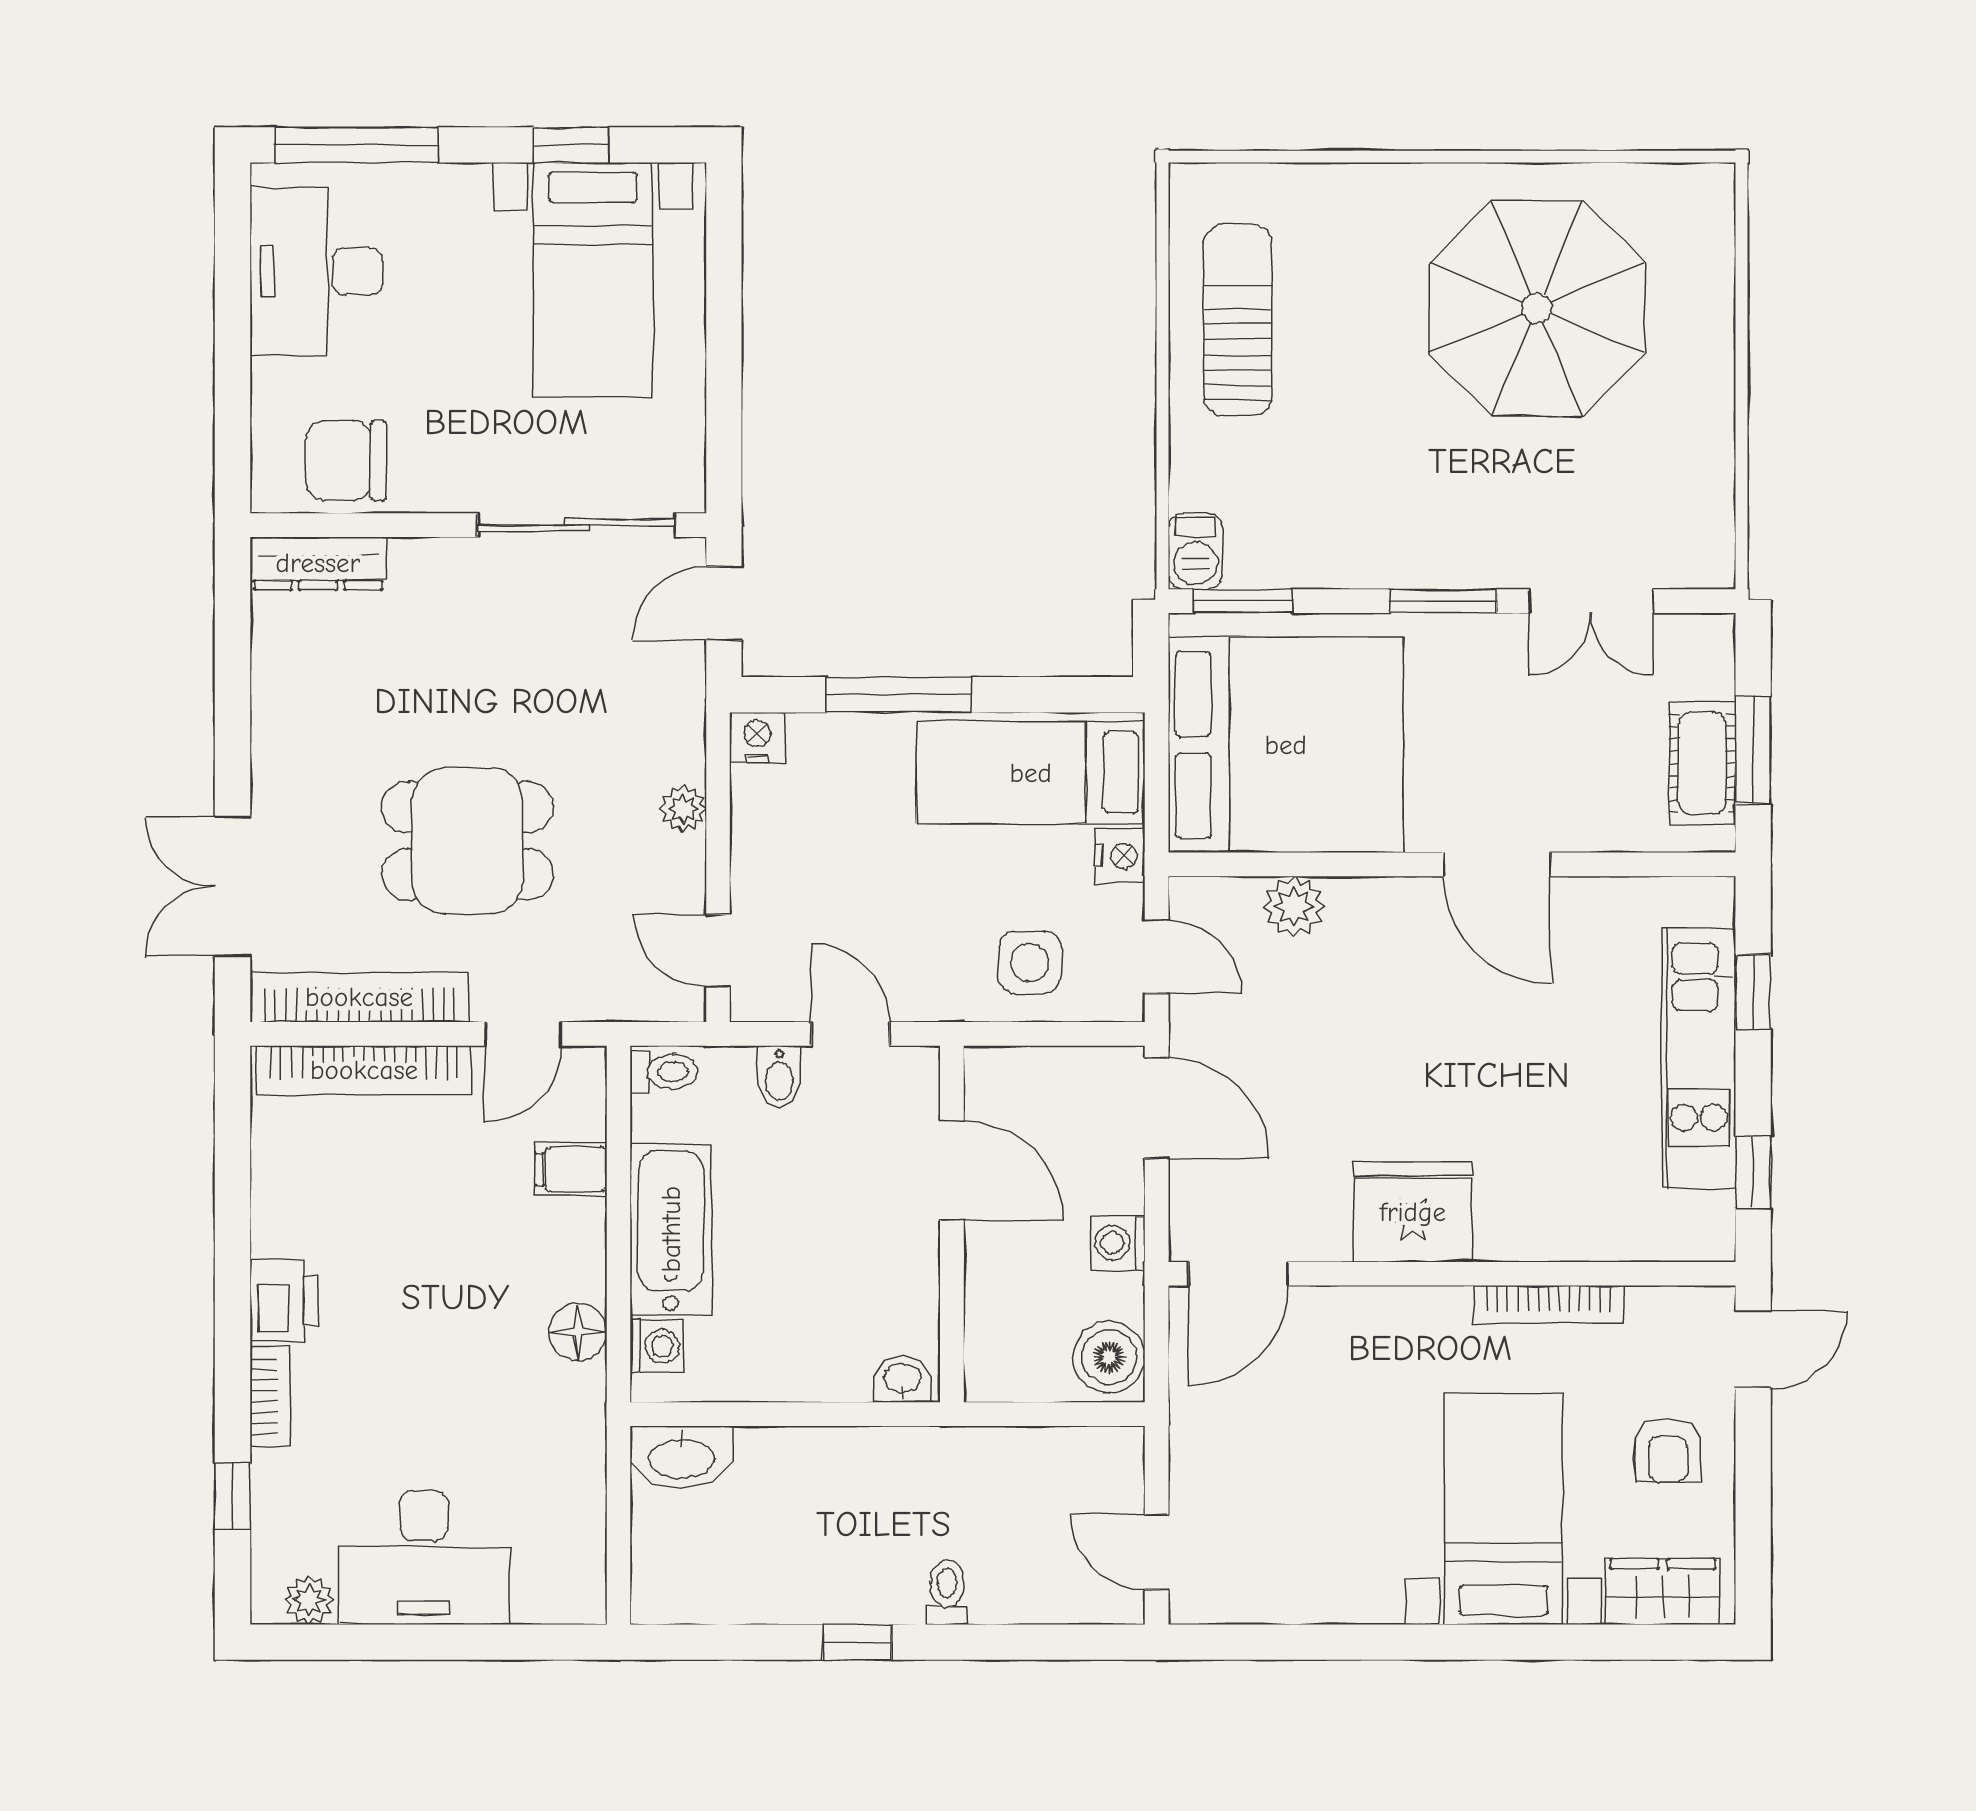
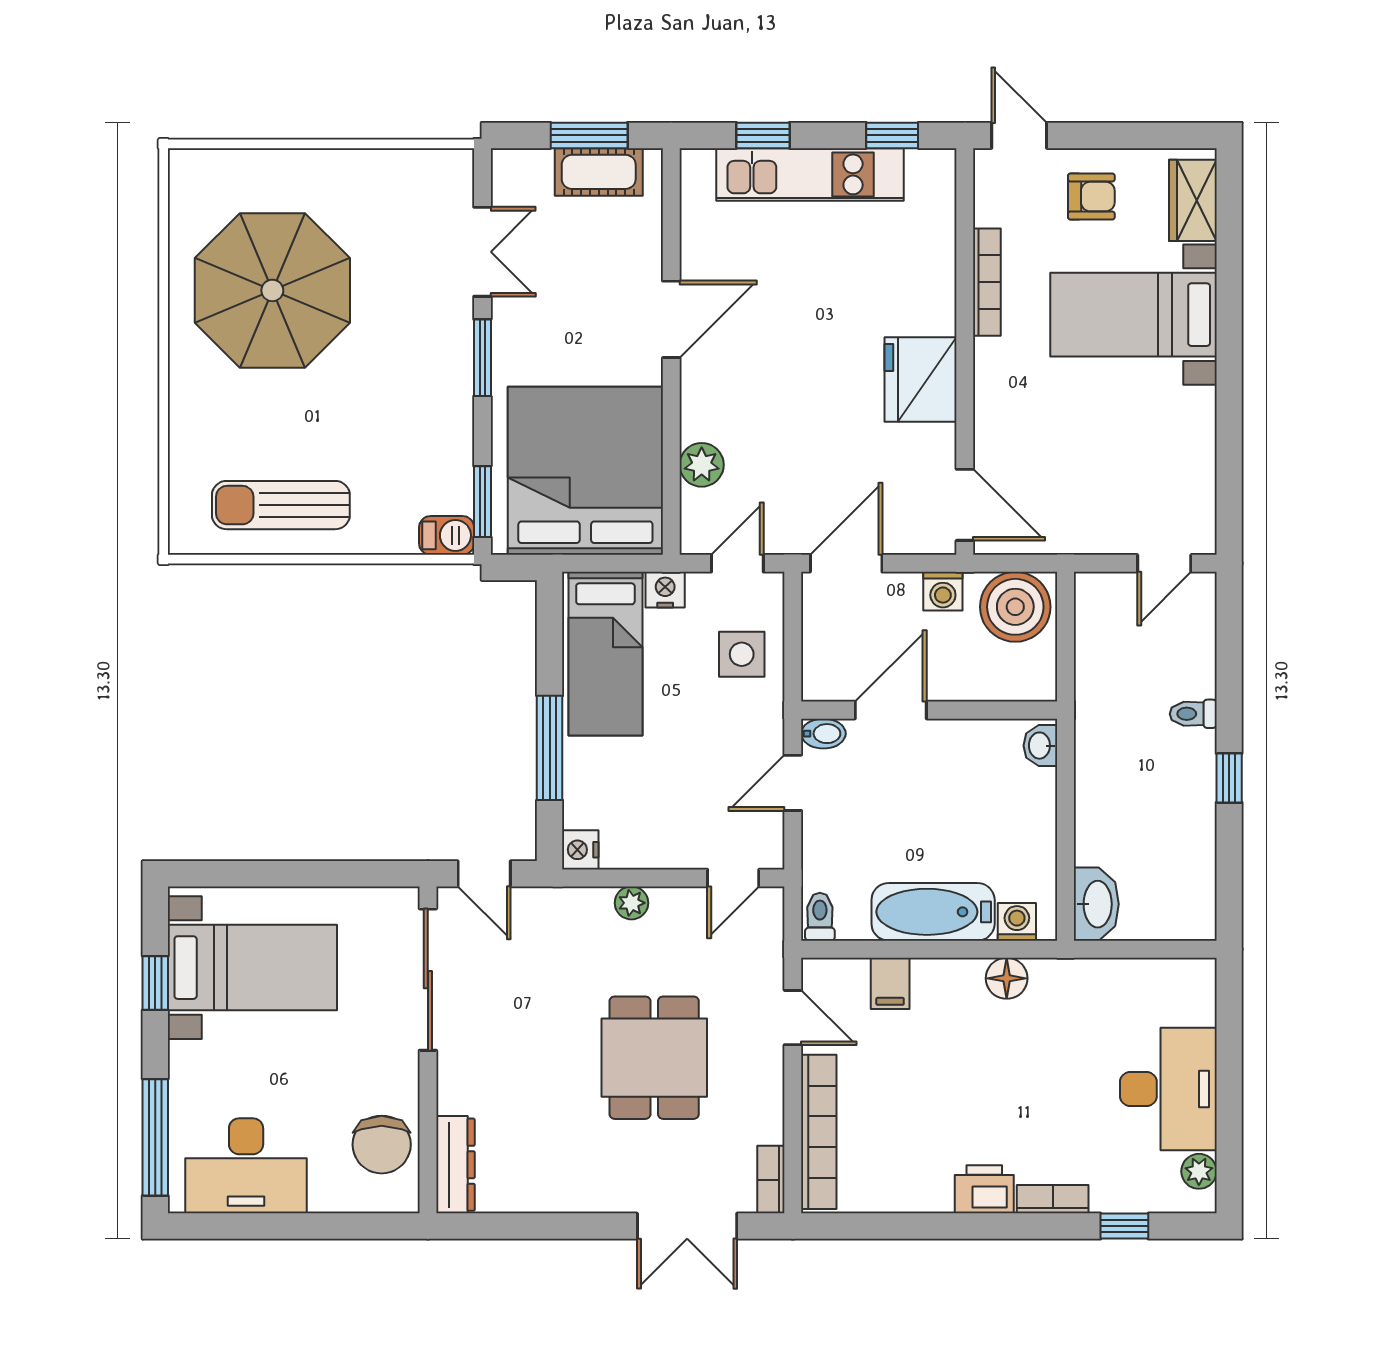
bookcase: (359, 997) -> (771, 1180), width x0.43, depth x0.76
bidet: (779, 1077) -> (823, 734), moved
boiler: (1109, 1357) -> (1015, 607), width x1.37, depth x1.37

